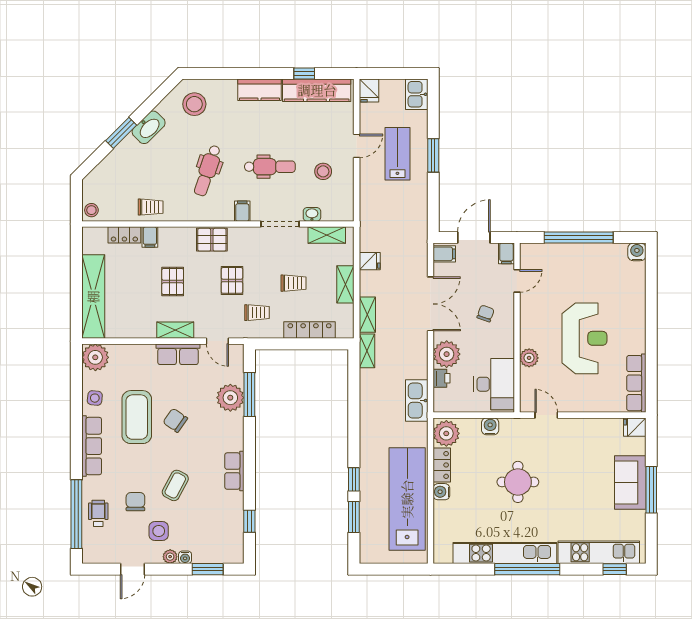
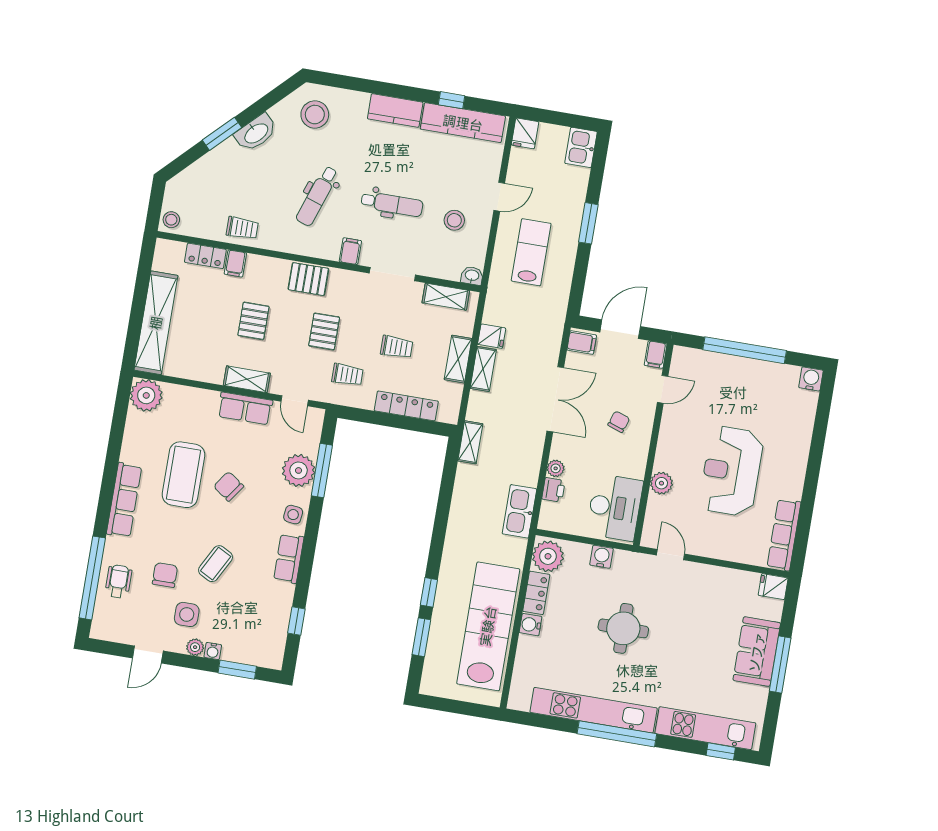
lab bench: (397, 154) -> (531, 252), moved
washbasin: (312, 214) -> (472, 276), moved
shelving: (367, 315) -> (483, 369), moved
reception desk: (584, 338) -> (731, 471), turned 180
plant: (447, 354) -> (556, 468), width x0.53, depth x0.53
side table: (95, 398) -> (293, 515), moved

